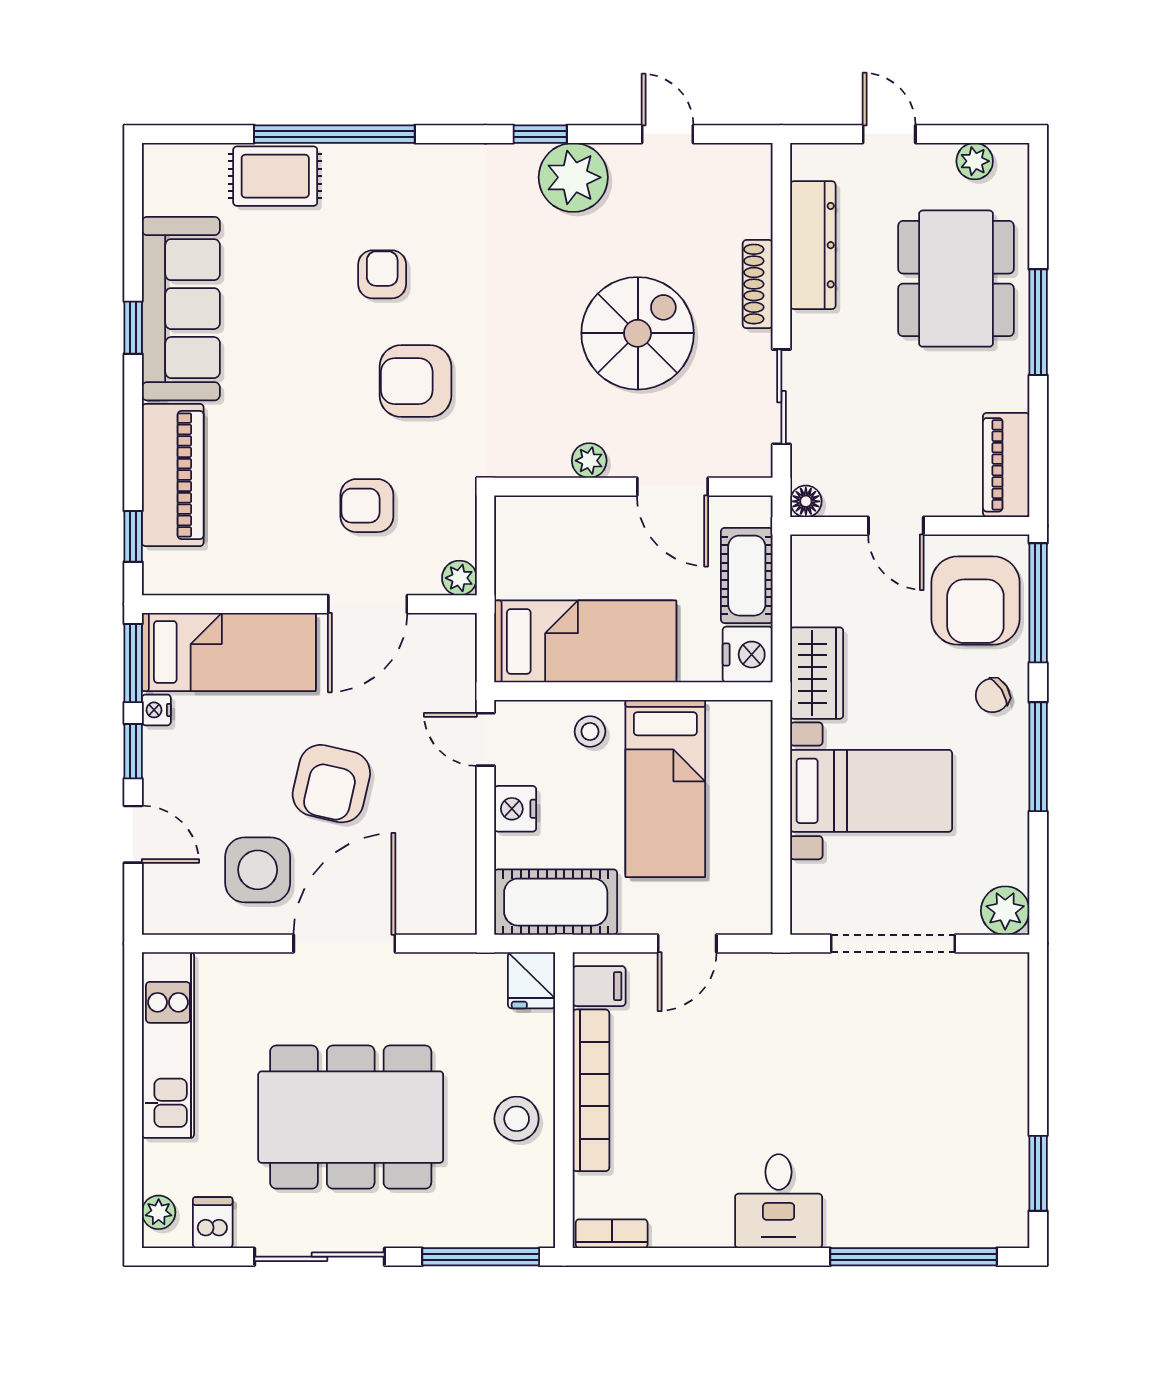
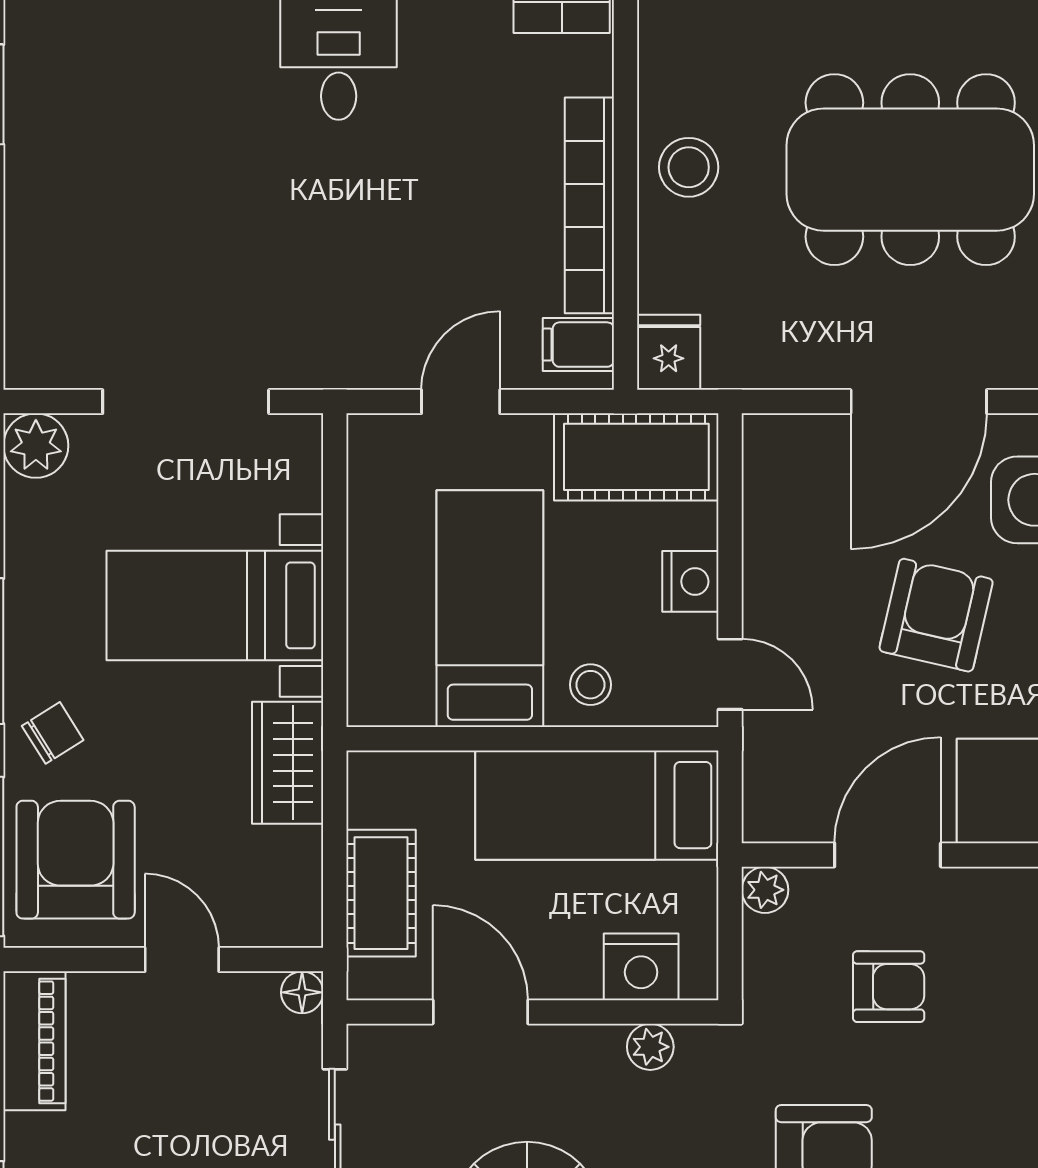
plant: (589, 461) -> (650, 1047), moved
nightstand: (748, 655) -> (641, 967), moved, turned -90

